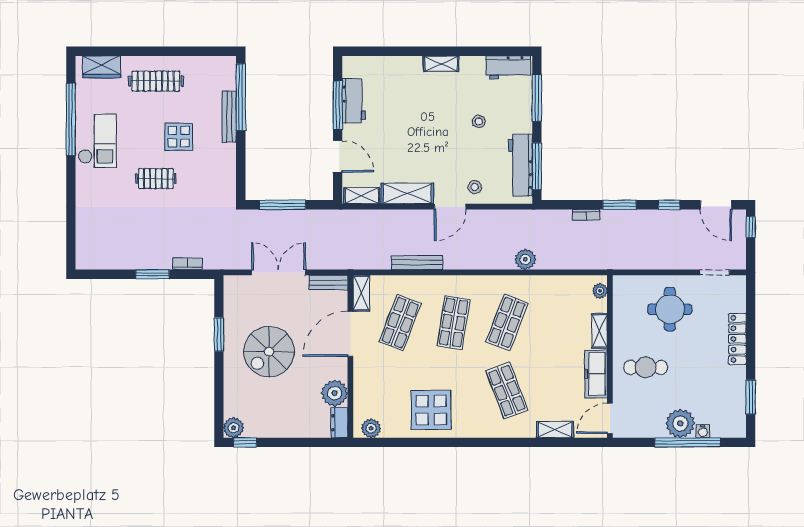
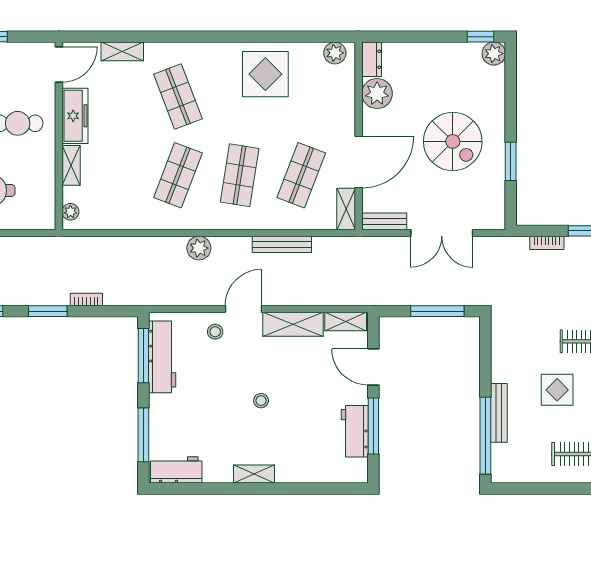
stool: (479, 121) -> (261, 401), moved
plant: (525, 259) -> (199, 248), moved
spiral stairs: (269, 352) -> (453, 141), turned 90

